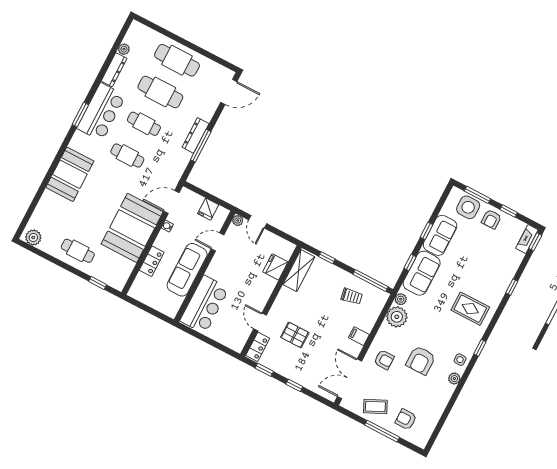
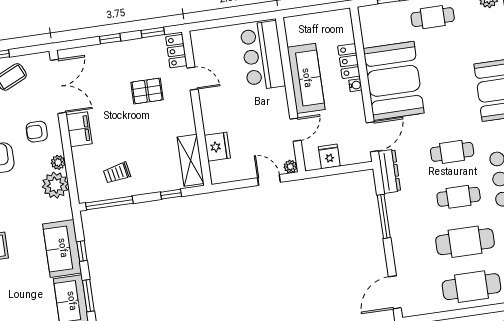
dresser: (196, 135) -> (389, 171), moved
water cooler: (167, 226) -> (355, 85), moved
window: (427, 231) -> (88, 296), width x1.50
plant: (401, 299) -> (58, 162), moved
filing cabinet: (359, 336) -> (79, 129), width x2.00

